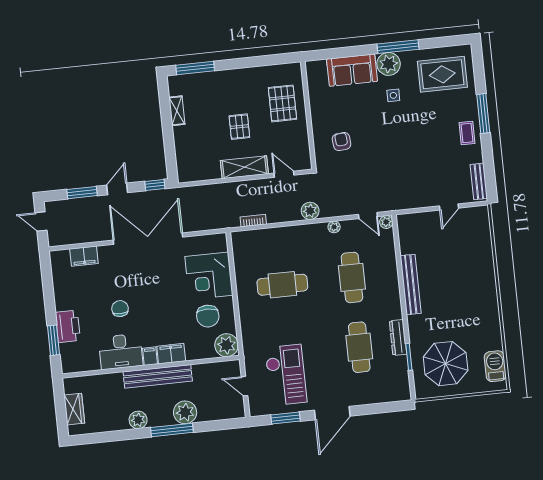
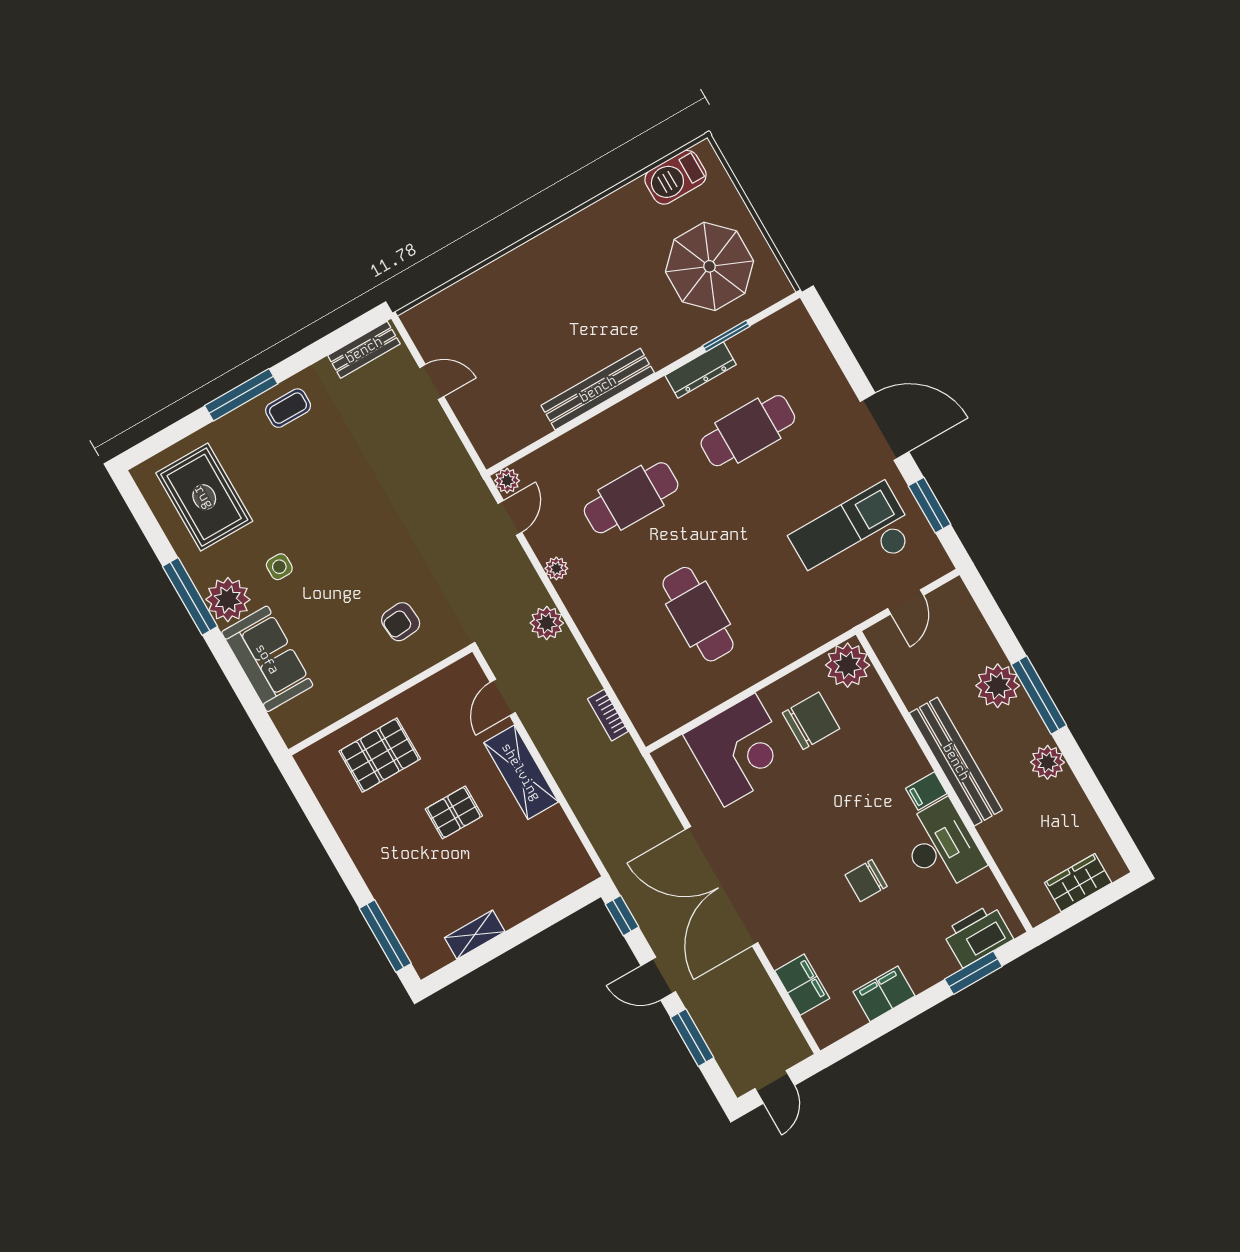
printer: (68, 326) -> (978, 935), moved
filing cabinet: (171, 354) -> (884, 994), moved, turned 90

